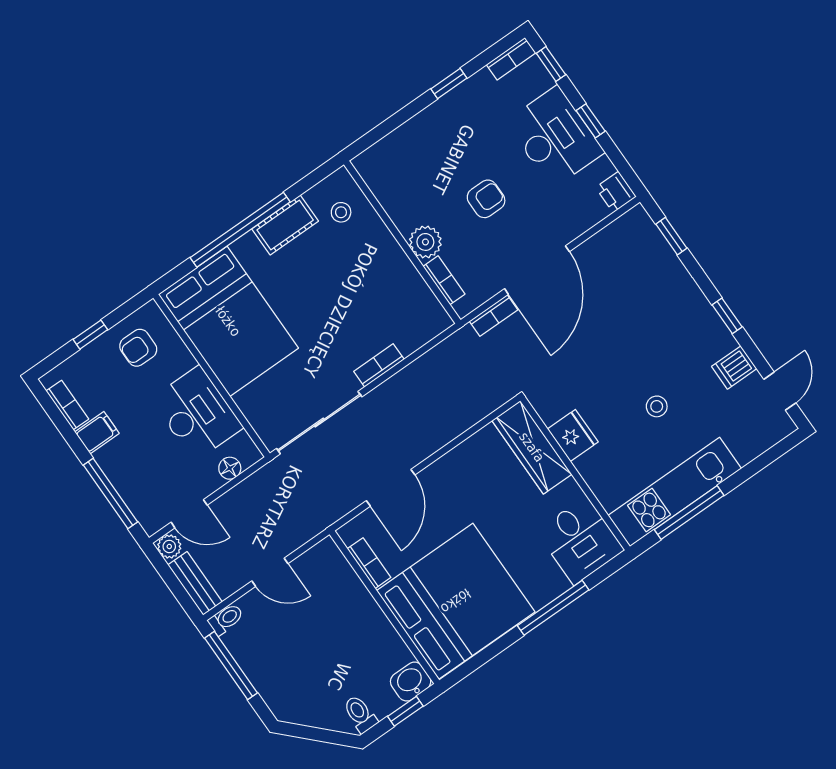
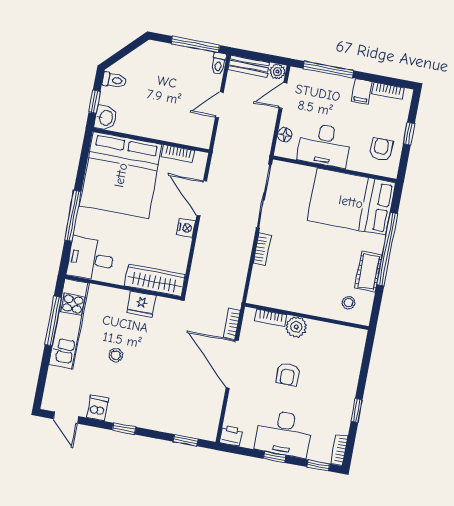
nightstand: (441, 472) -> (186, 228), added

